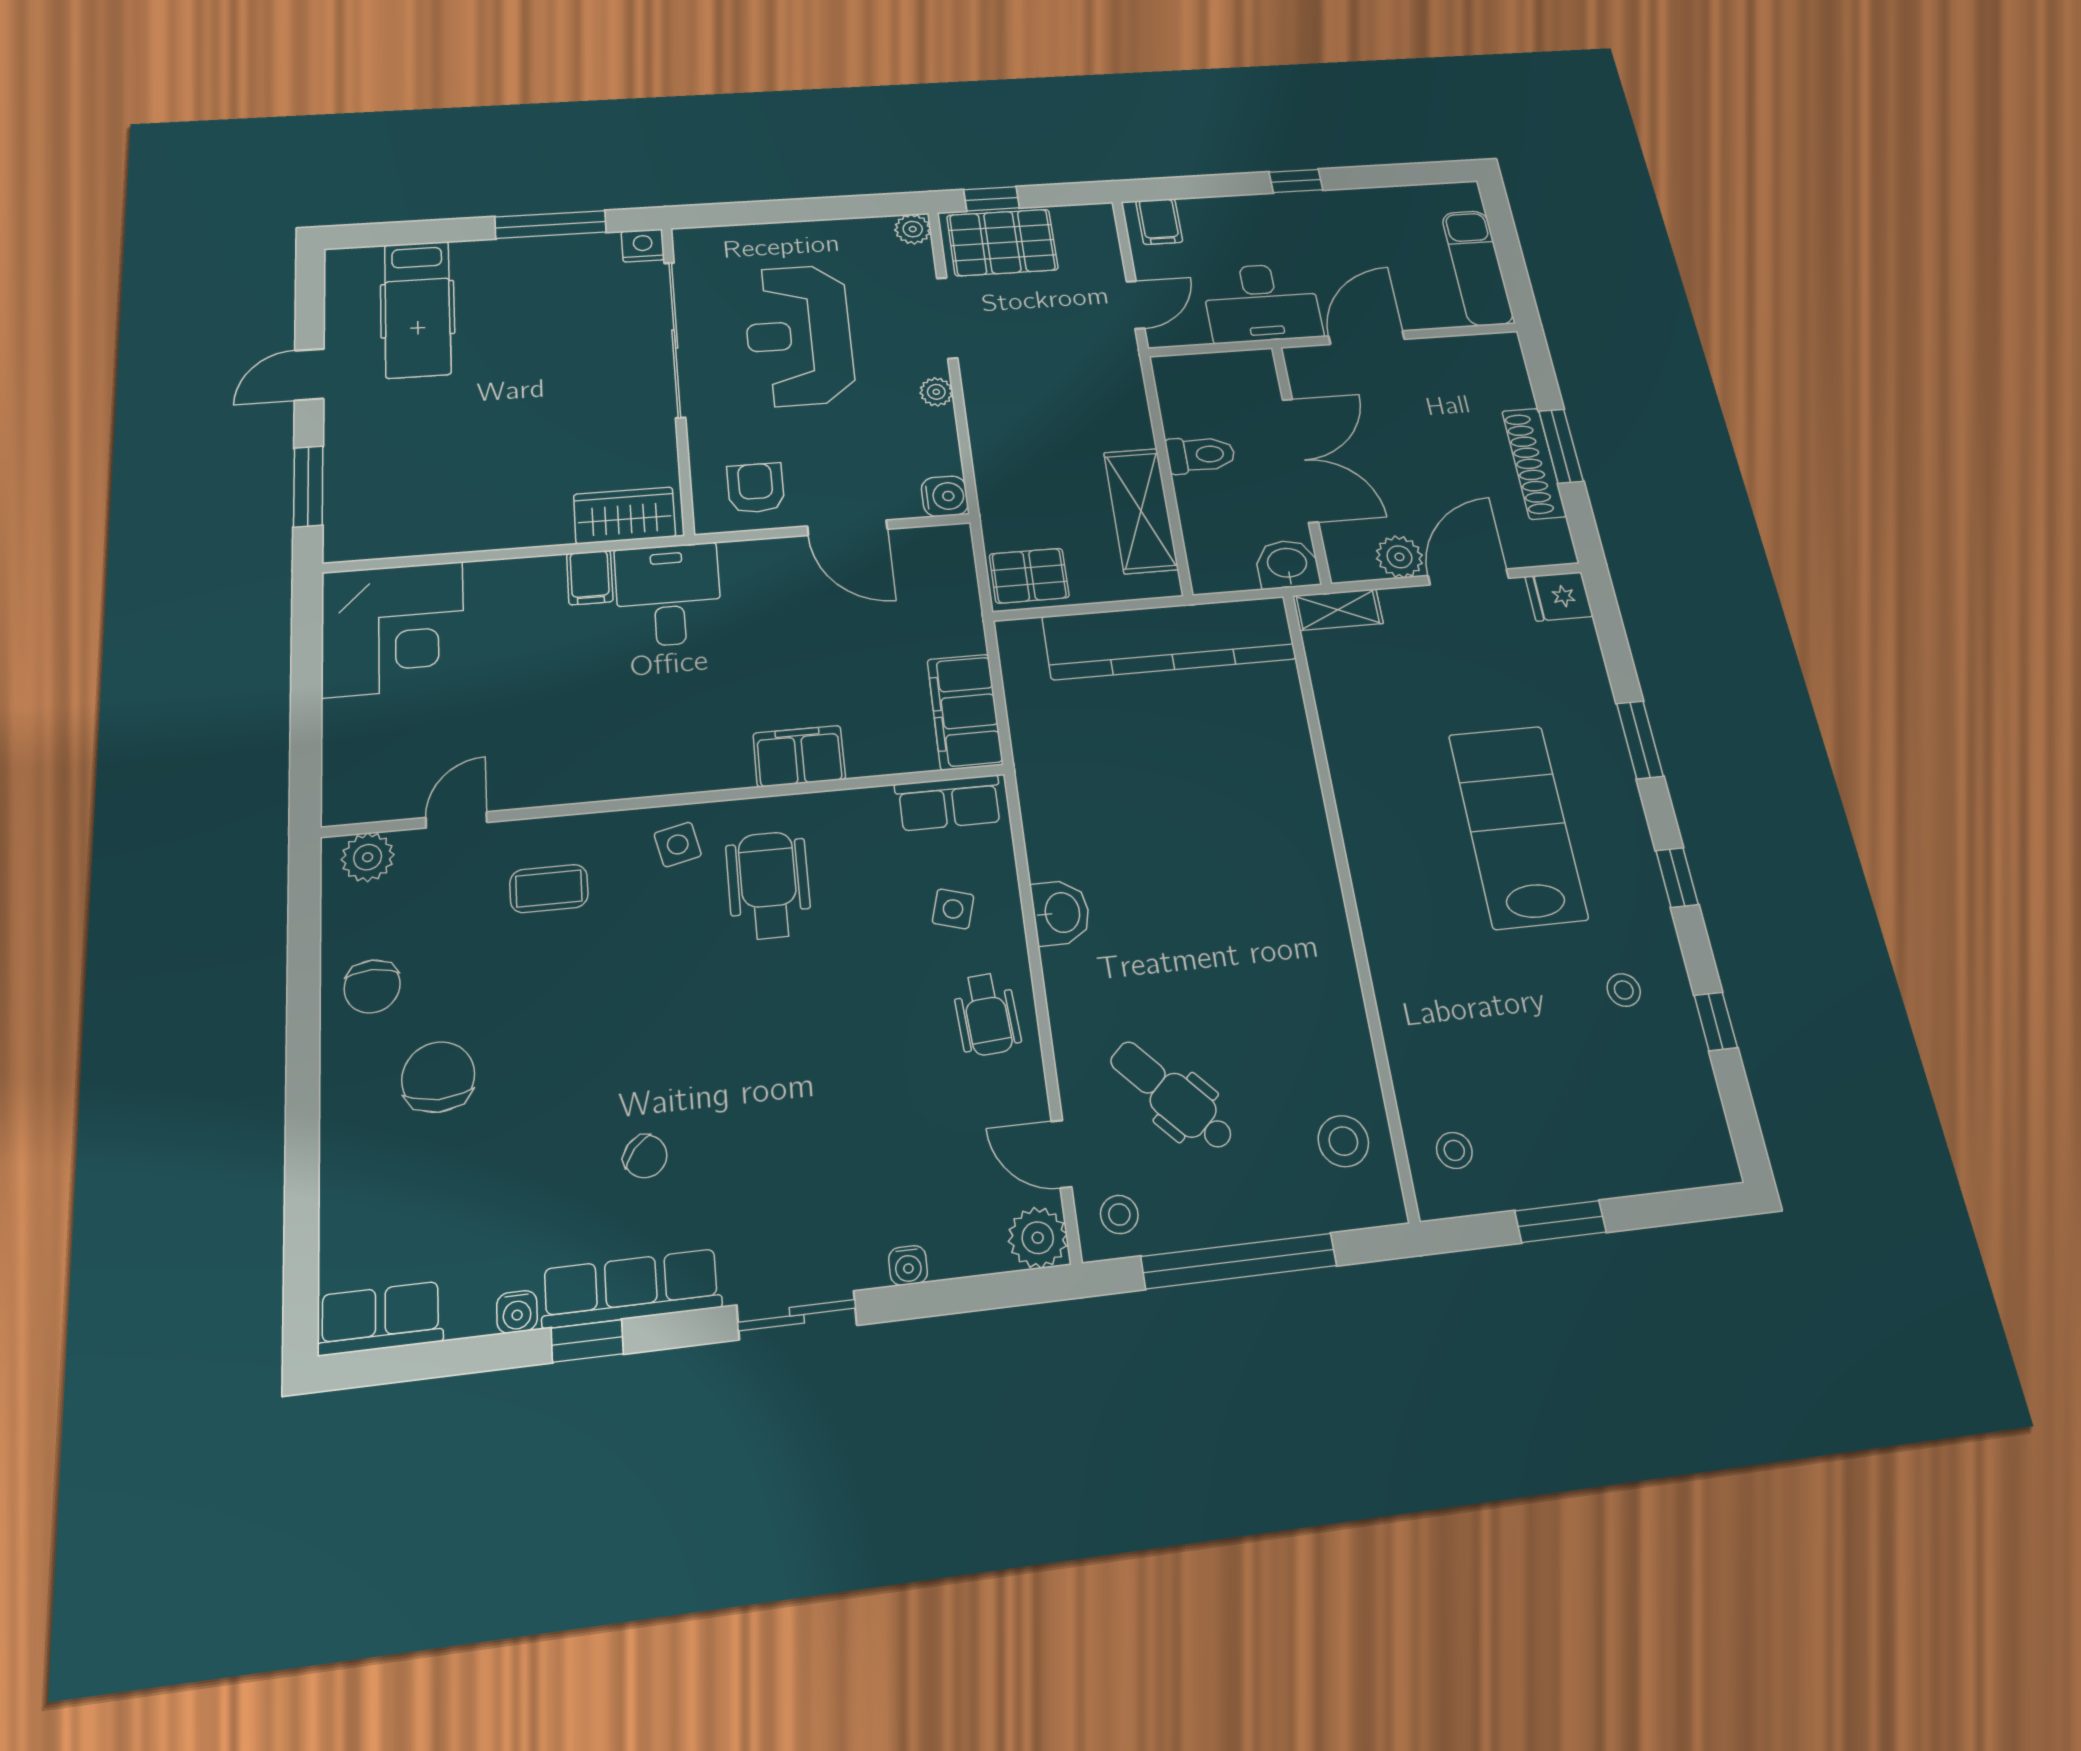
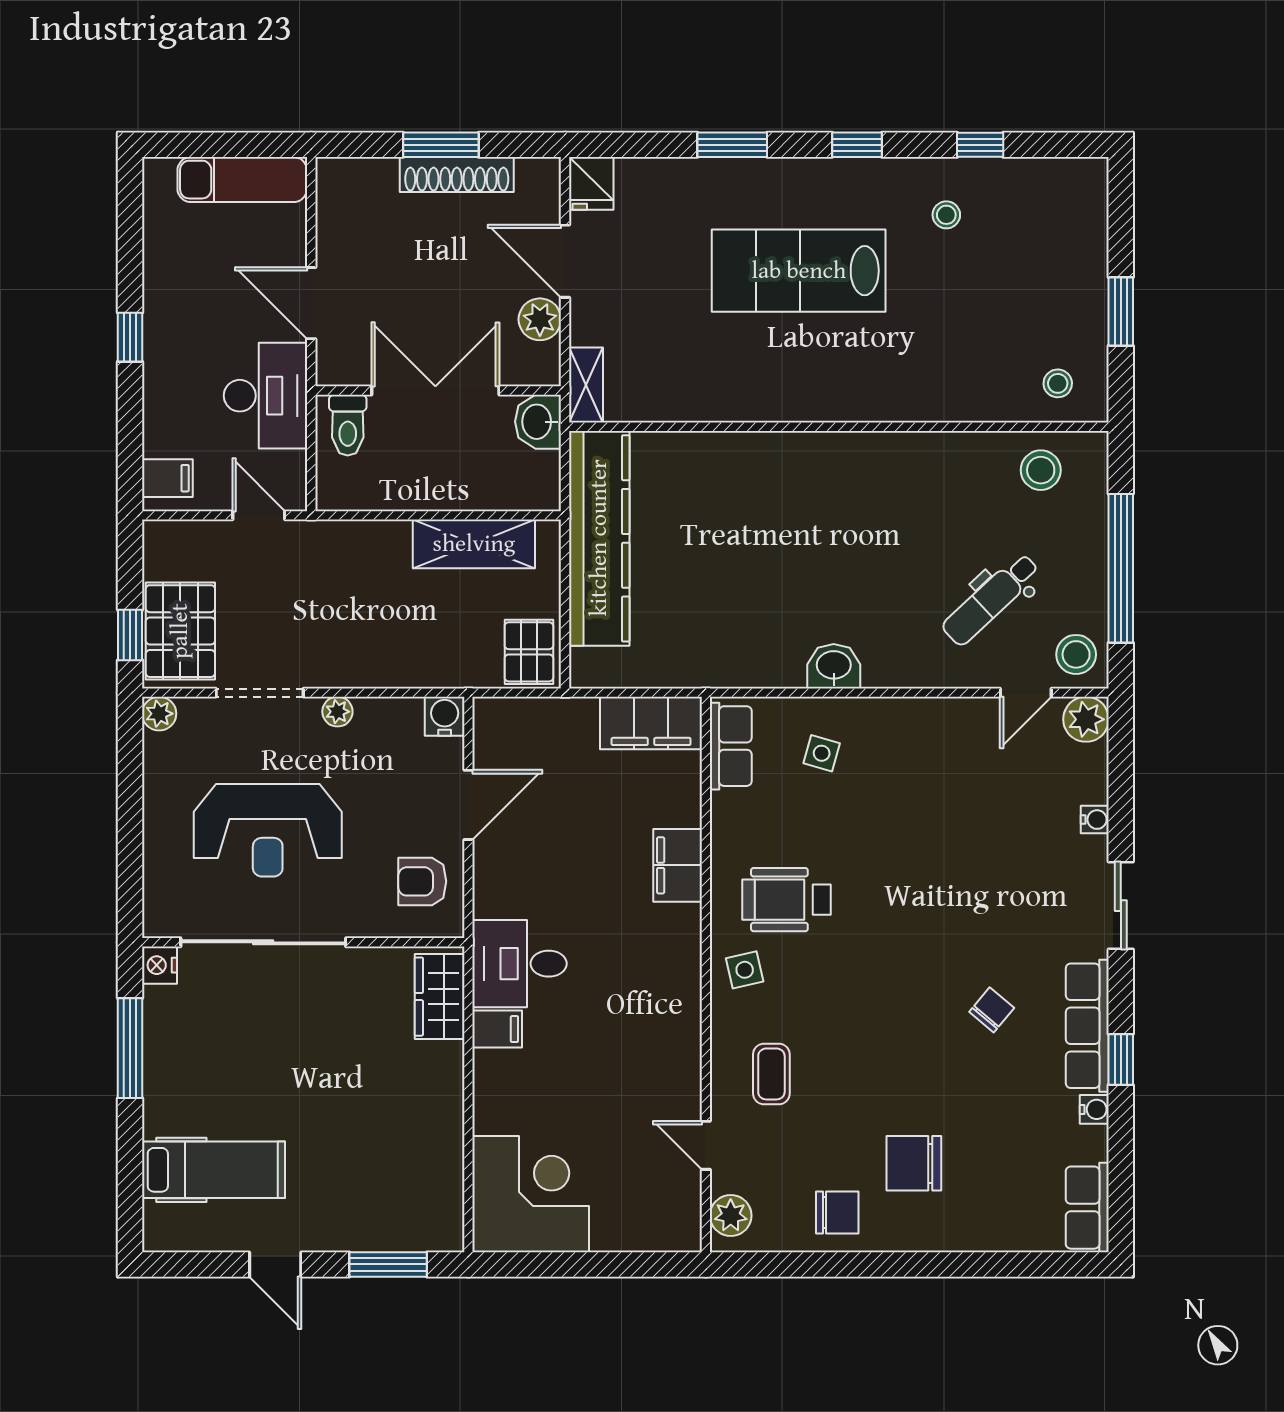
toilet: (1201, 455) -> (348, 425), moved, turned 180
wheelchair: (987, 1014) -> (911, 737), removed
stool: (1119, 1214) -> (1076, 654), width x1.37, depth x1.37

